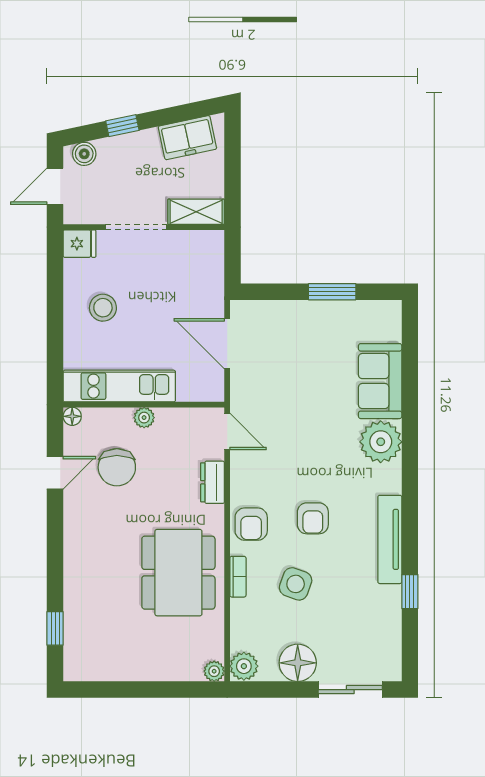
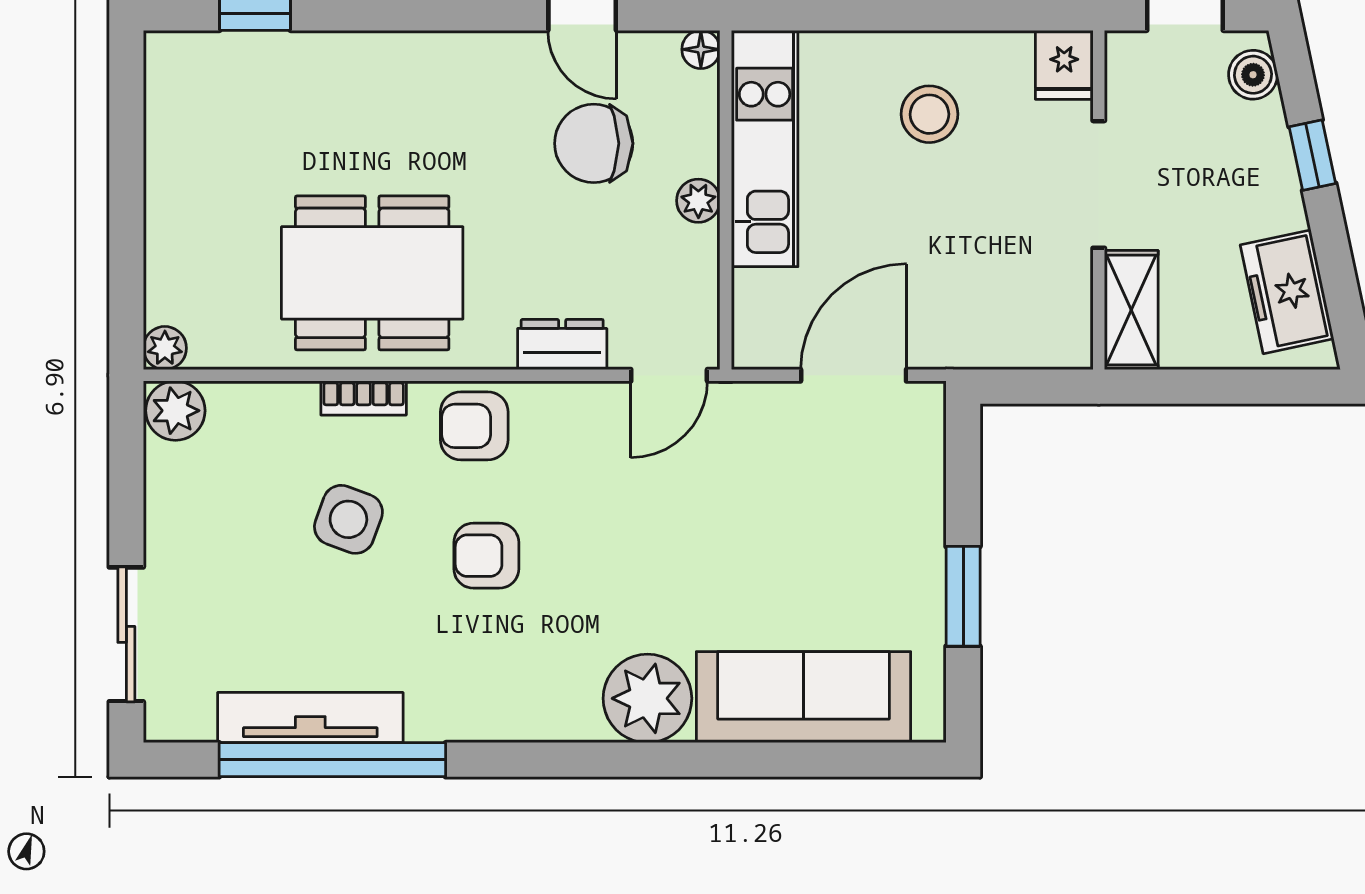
sofa: (380, 381) -> (803, 697), width x1.36
tv unit: (390, 539) -> (310, 718), moved
window: (410, 592) -> (332, 760), width x3.17
floor lamp: (298, 663) -> (183, 524), removed

